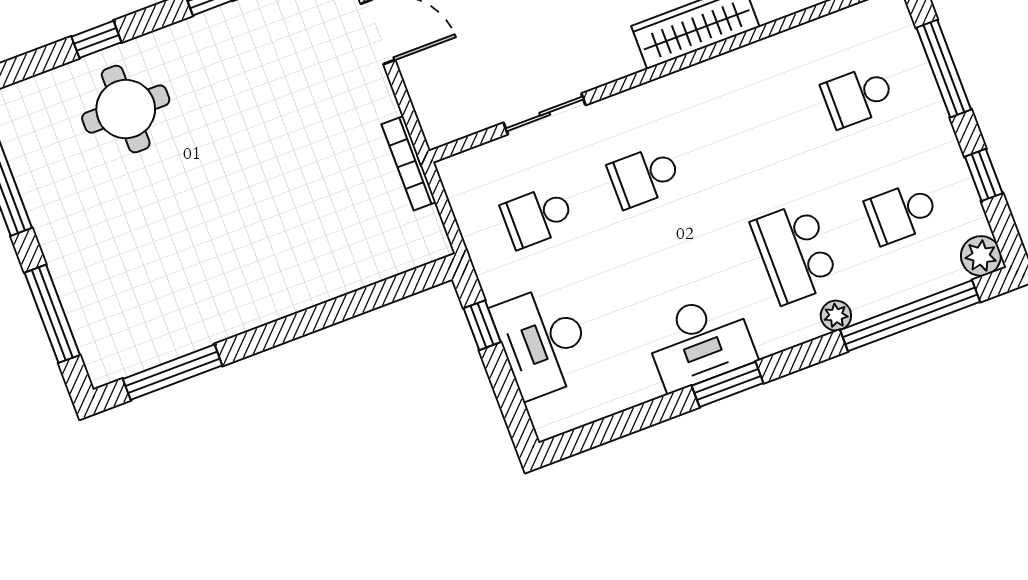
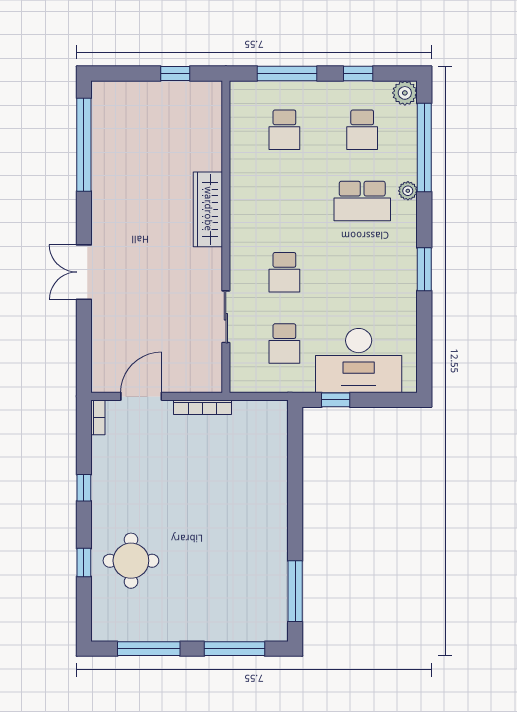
bookcase: (409, 163) -> (202, 407), moved
desk: (543, 342) -> (359, 361), width x1.36, depth x1.30
desk: (700, 342) -> (393, 276), removed

